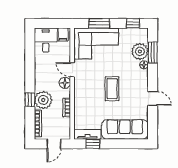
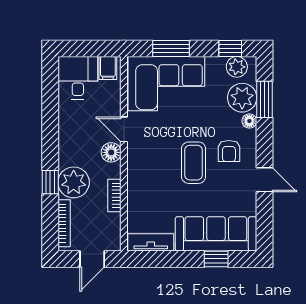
plant: (137, 34) -> (237, 67), added
armchair: (132, 82) -> (229, 151), added
window: (93, 144) -> (216, 259), moved

